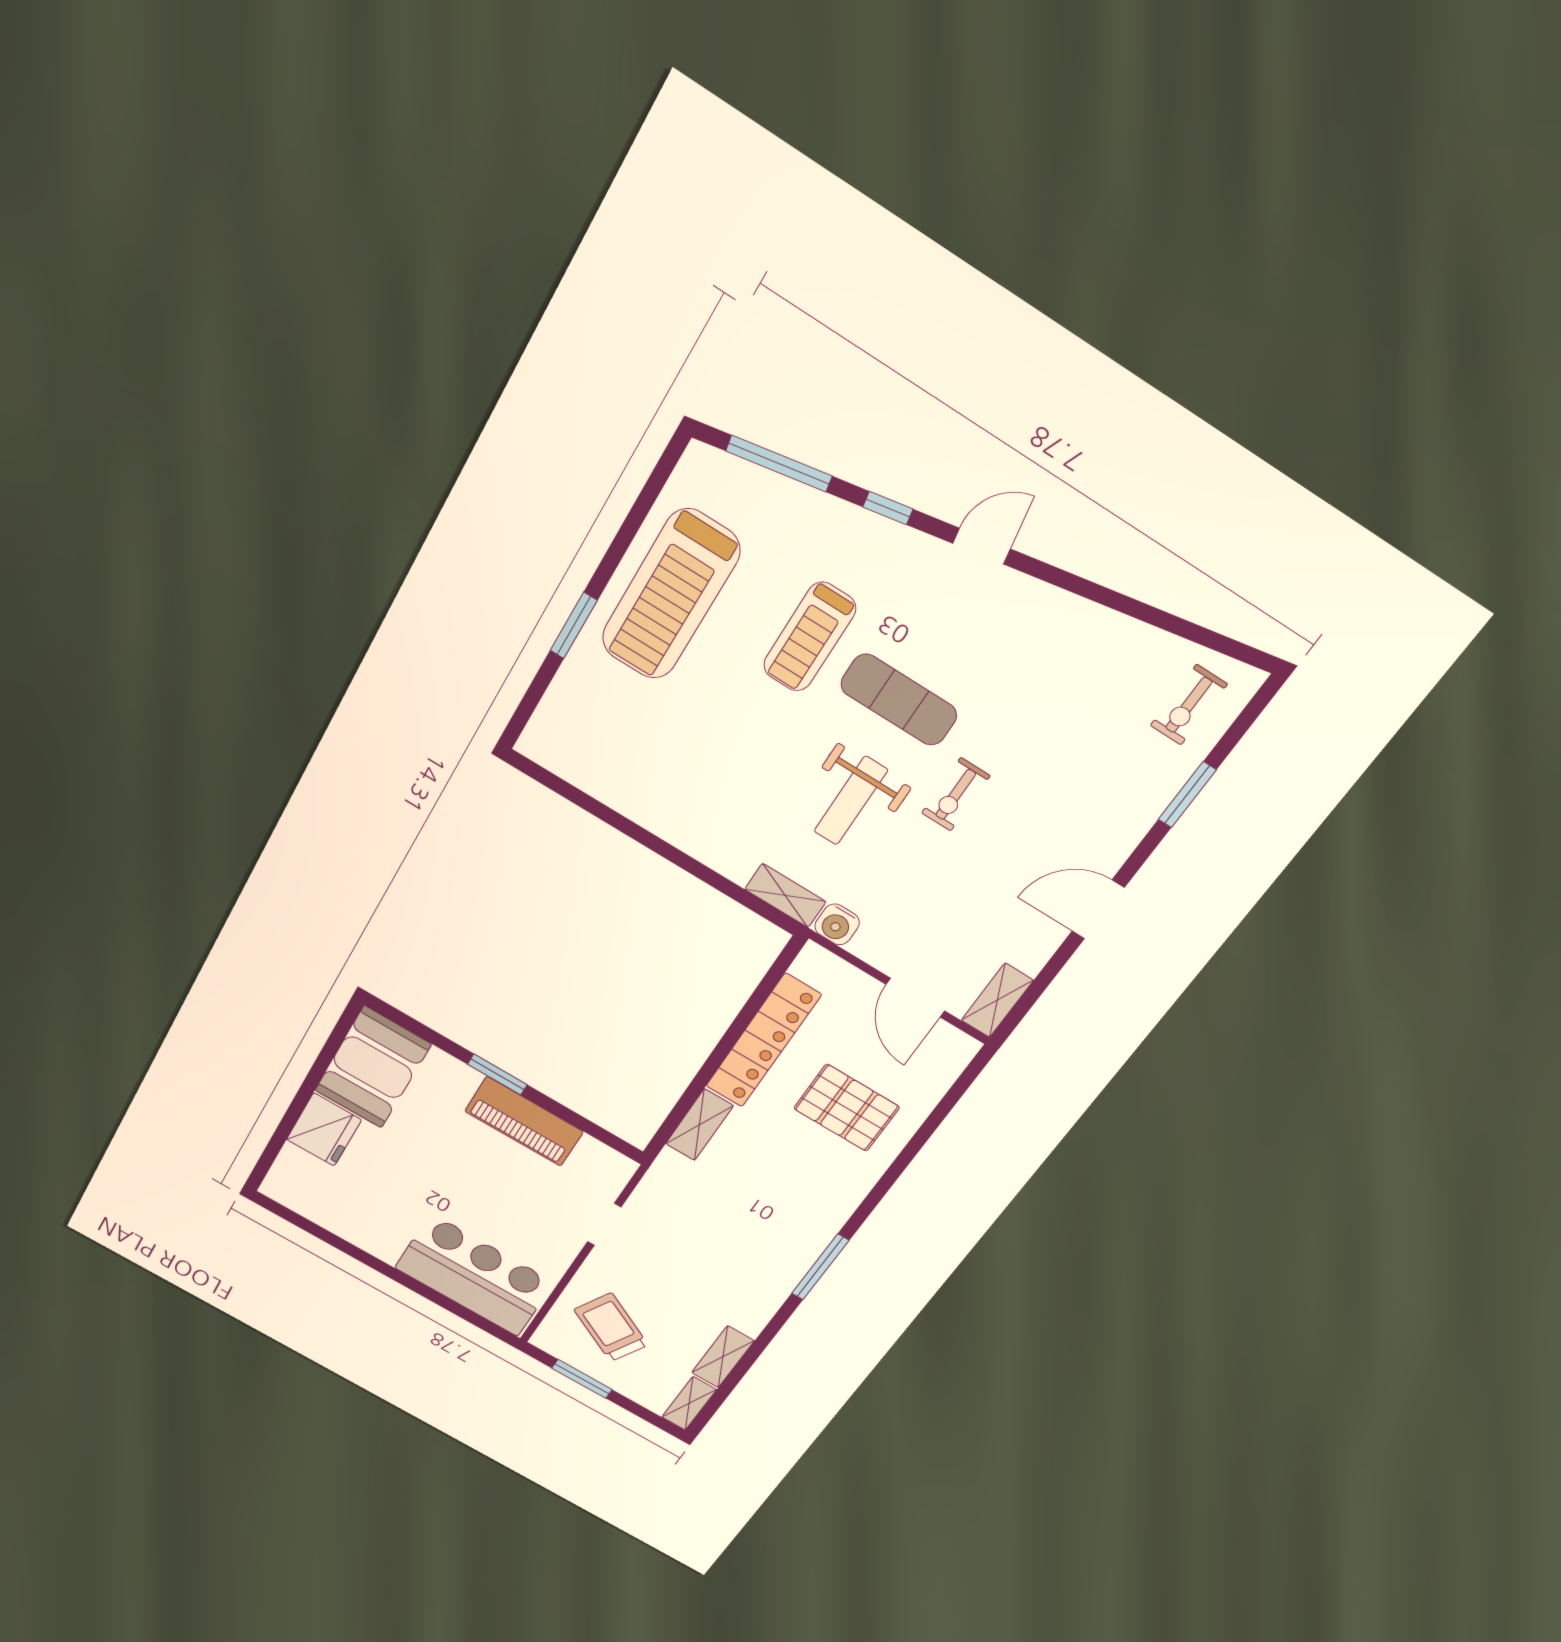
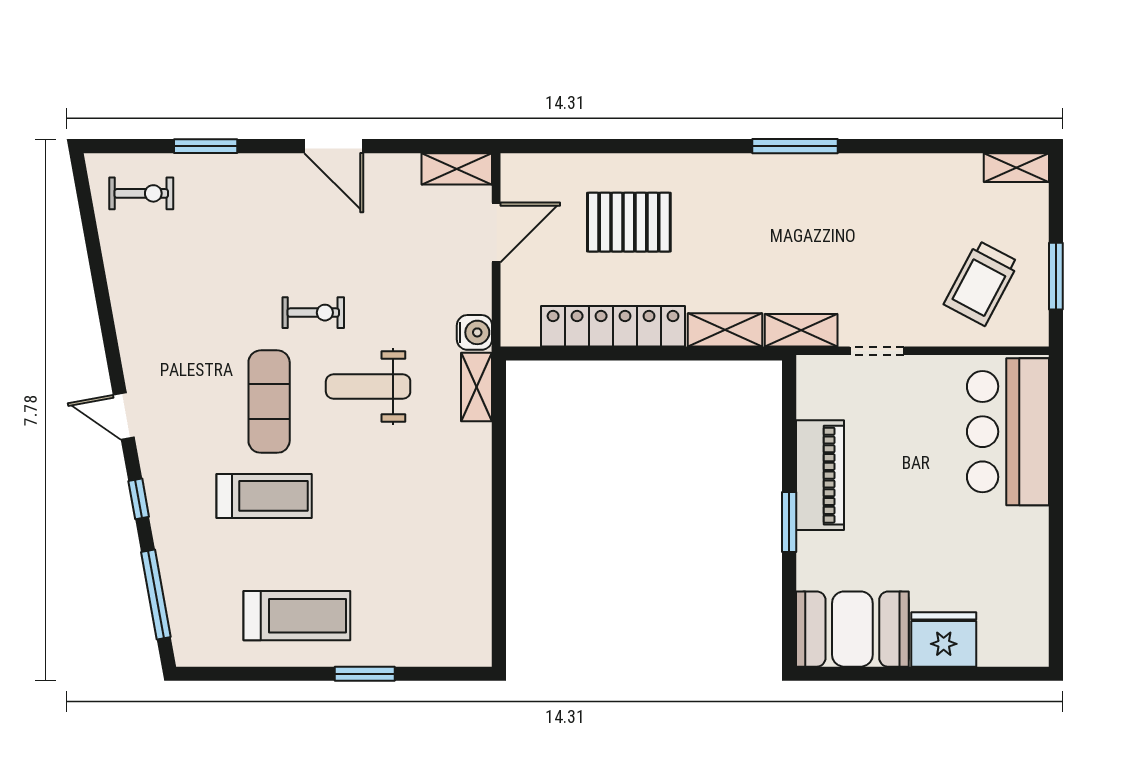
treadmill: (671, 595) -> (297, 616), width x0.73, depth x0.73
weight bench: (851, 801) -> (368, 387), turned 180
pallet: (847, 1108) -> (629, 222), turned 90
shelving: (723, 1357) -> (801, 330), moved

